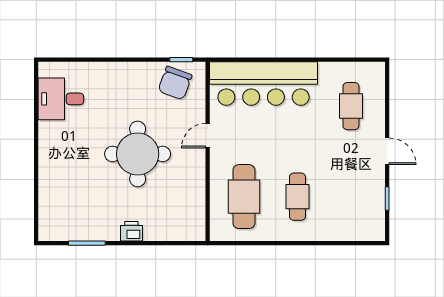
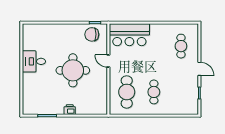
chair: (175, 83) -> (92, 34), turned 70
bar counter: (264, 84) -> (129, 35), width x0.73
desk: (61, 99) -> (34, 61), moved
door: (208, 136) -> (108, 61), hinge flipped

